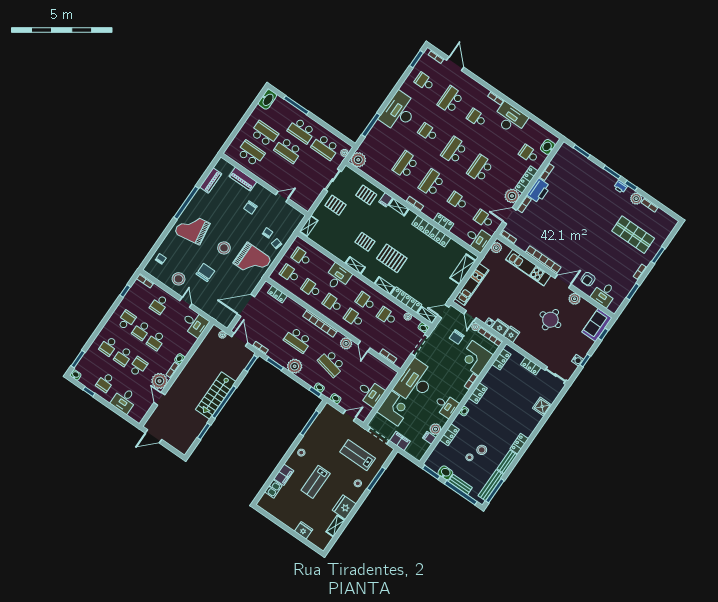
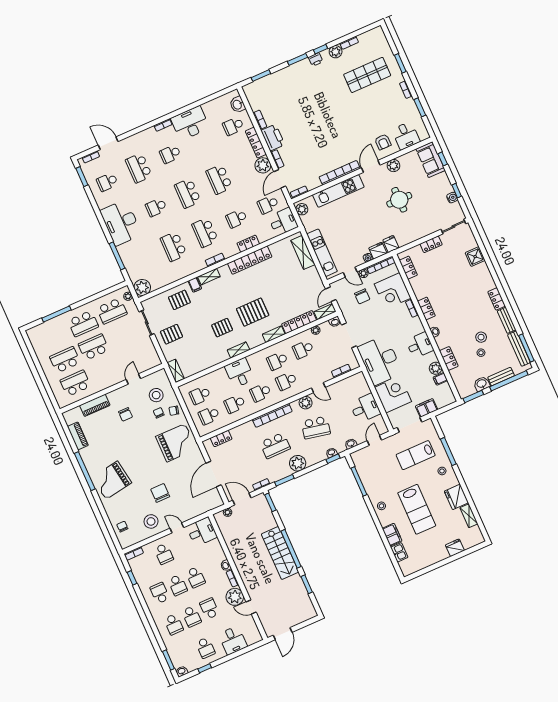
washbasin: (267, 99) -> (35, 337), removed
school desk: (288, 150) -> (94, 347), turned 180
stool: (224, 248) -> (156, 395), moved
lab bench: (316, 482) -> (417, 509), width x1.36, depth x1.39

